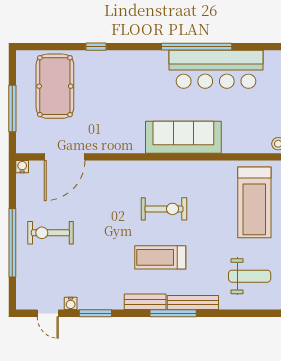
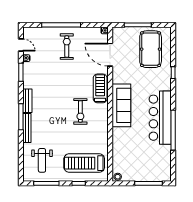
bar counter: (216, 69) -> (160, 118), moved
pool table: (55, 86) -> (151, 49), turned 90
sofa: (183, 137) -> (121, 105), moved
treadmill: (160, 257) -> (100, 88), moved
door: (48, 313) -> (21, 45), swing flipped

